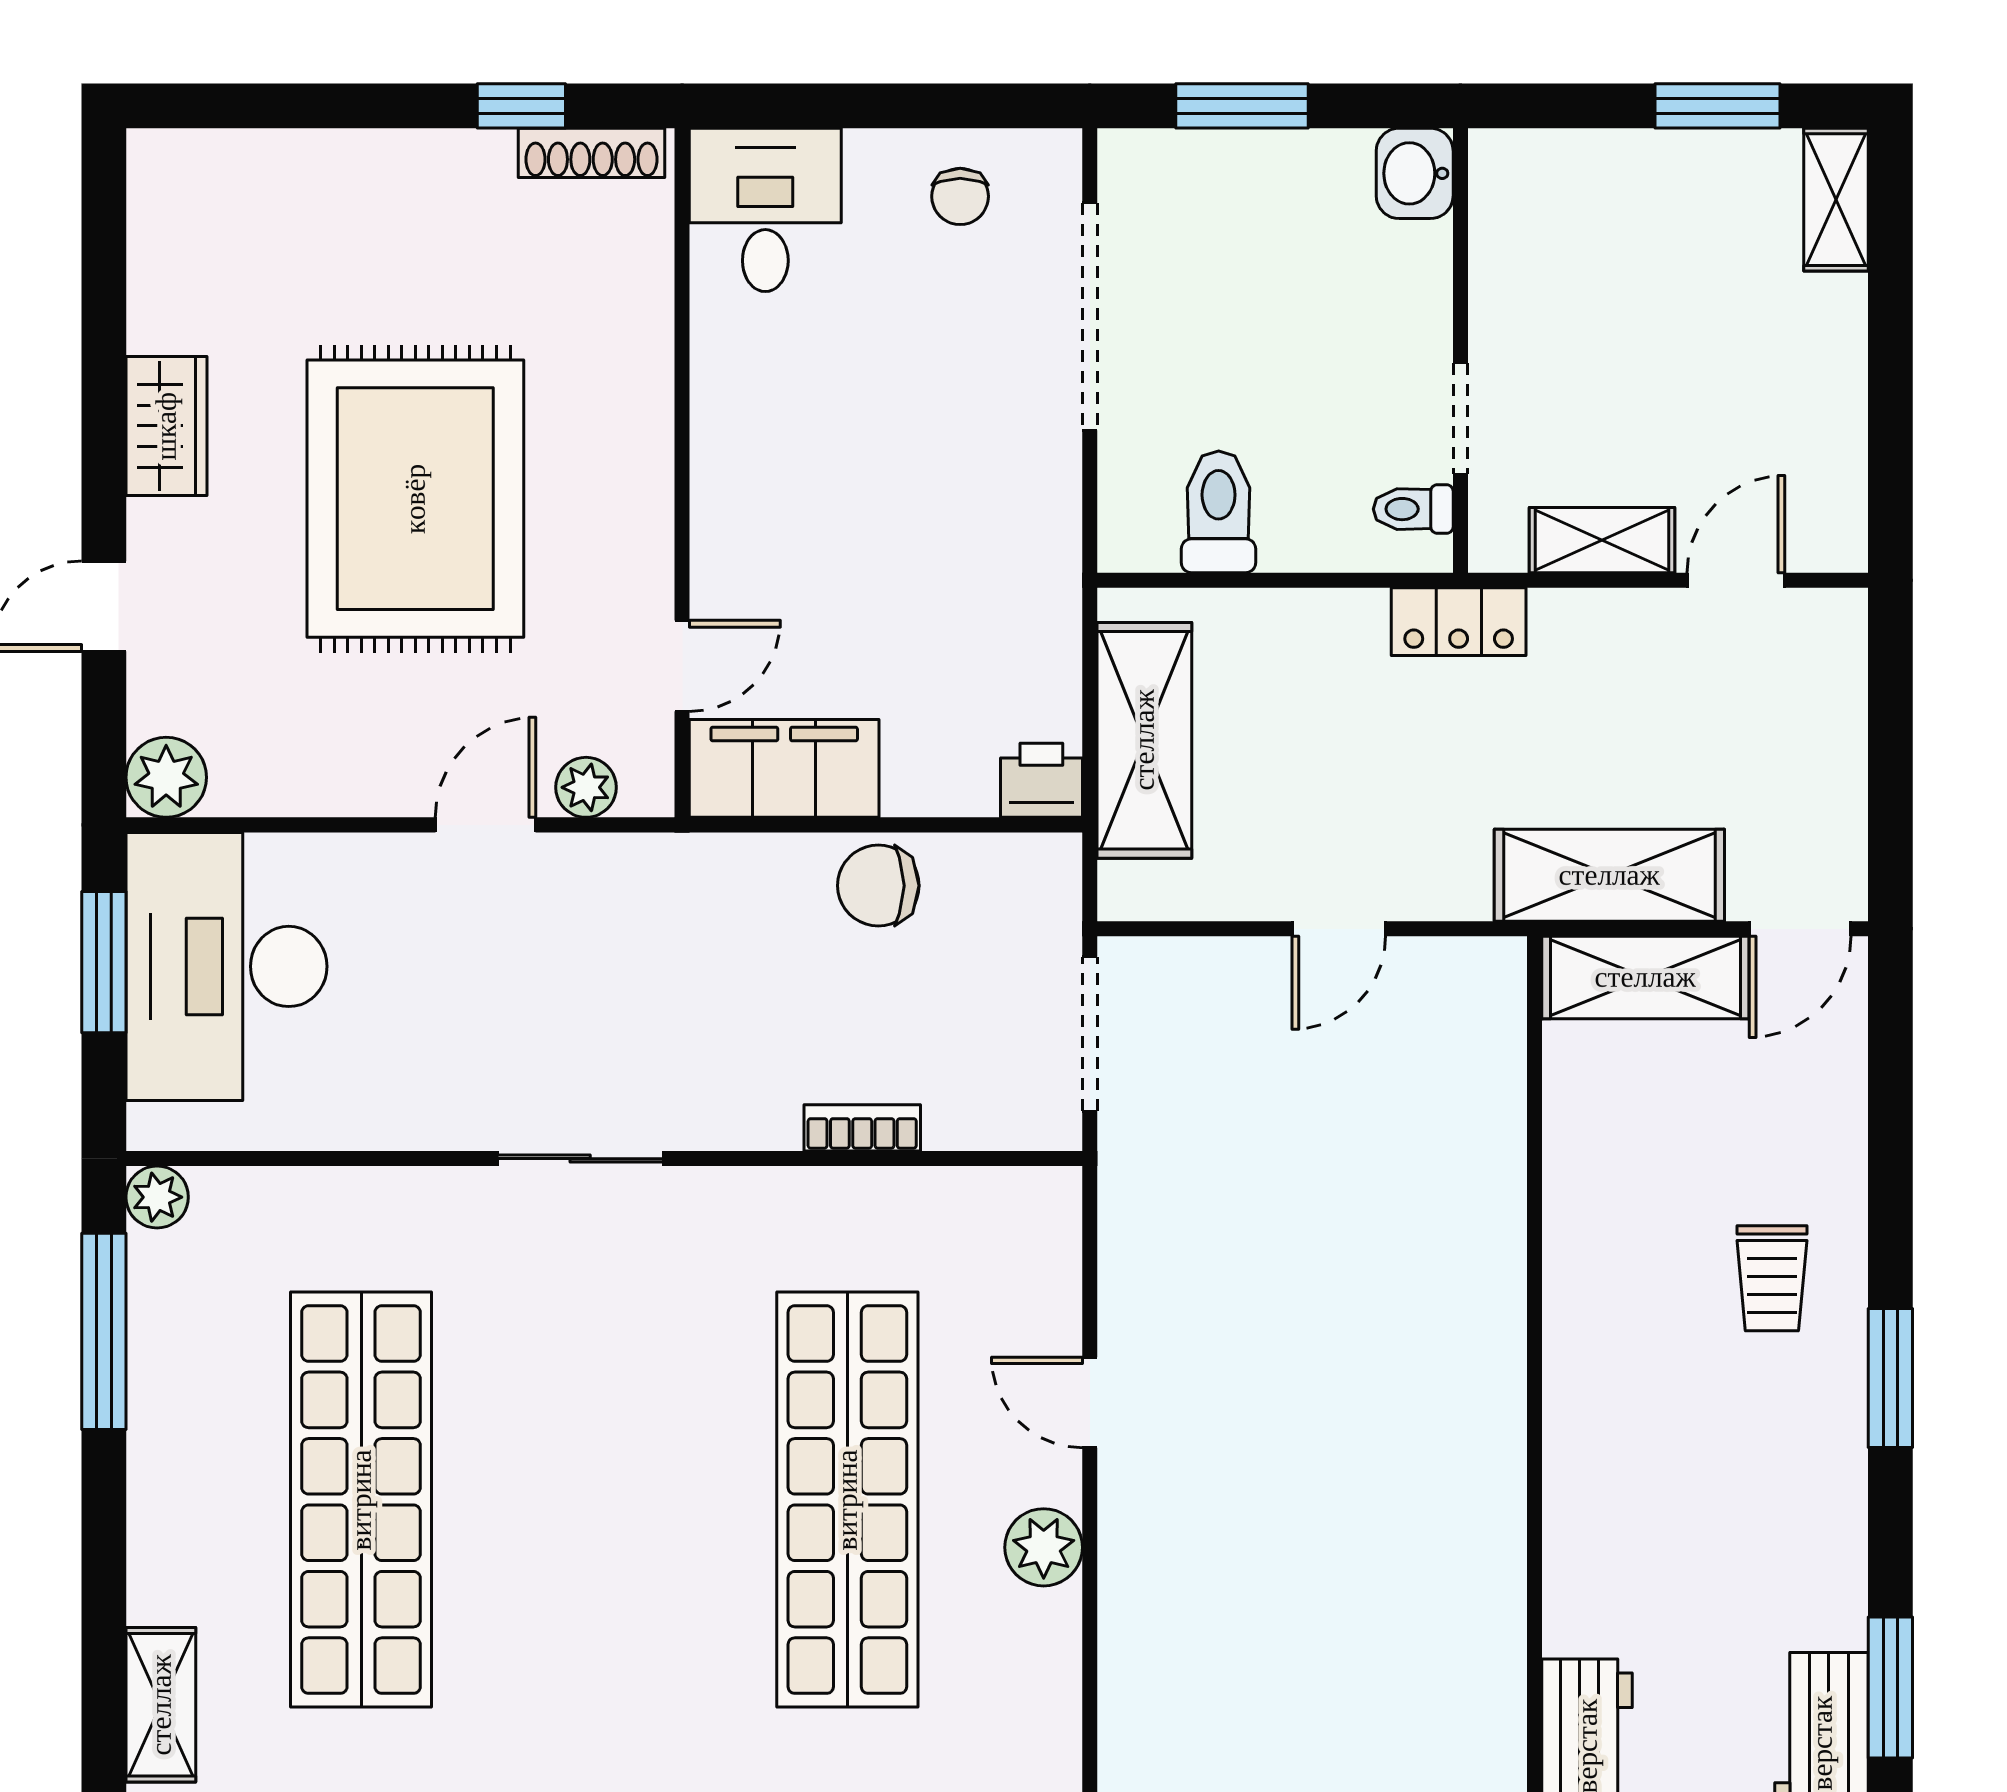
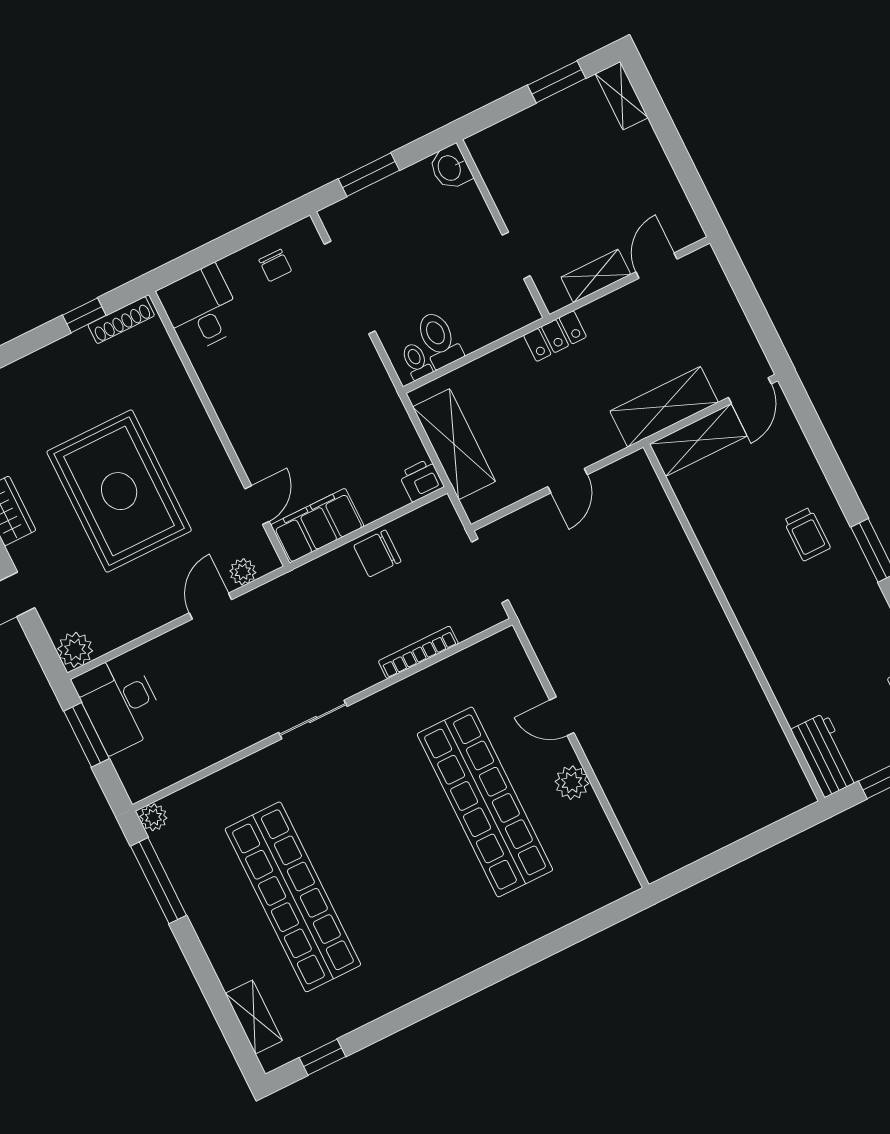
toilet: (1413, 509) -> (416, 361), moved, turned 90
desk: (226, 966) -> (120, 703), width x0.73, depth x0.77
bookcase: (862, 1128) -> (418, 652), width x1.56

